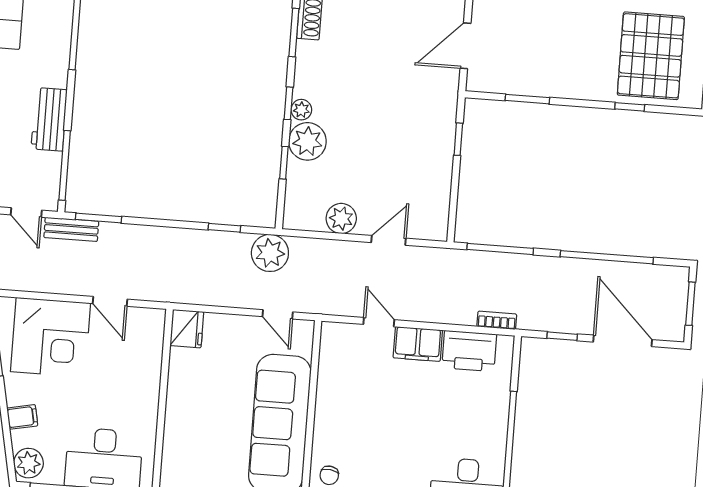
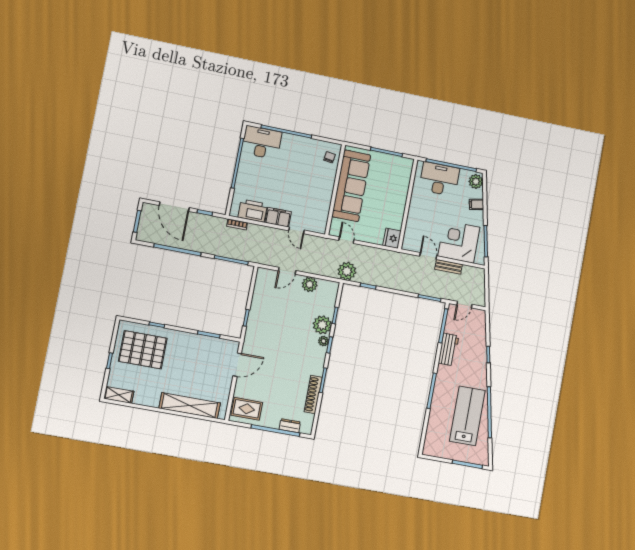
pallet: (651, 56) -> (143, 350), turned 90
door: (26, 212) -> (464, 305), swing flipped
bench: (71, 229) -> (449, 267), moved

